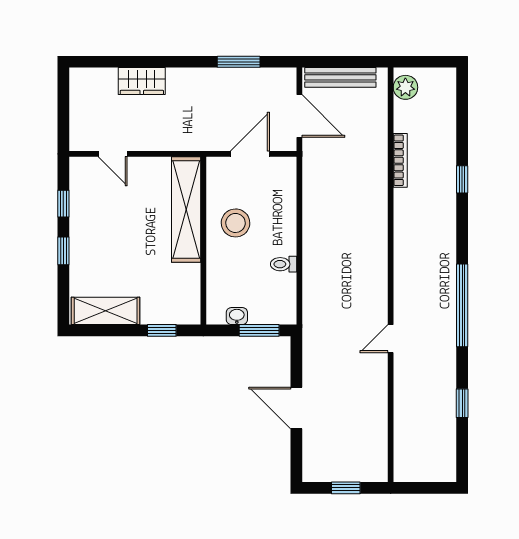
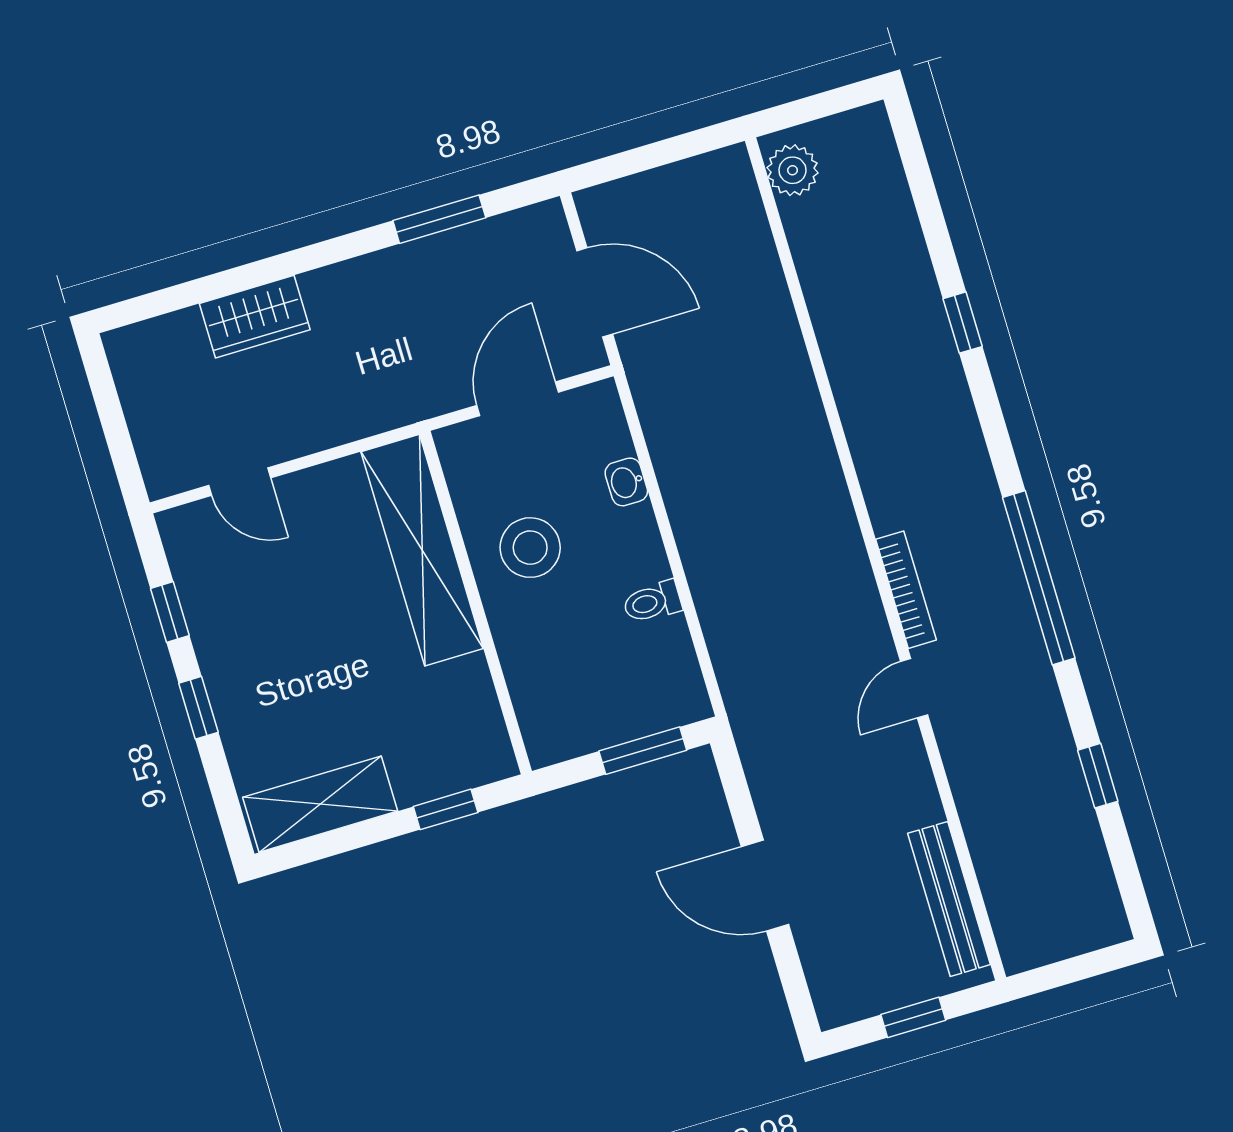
bench: (340, 77) -> (949, 899), moved, turned 90
bookcase: (400, 160) -> (906, 590), moved
washbasin: (237, 316) -> (626, 482), moved, turned -90

